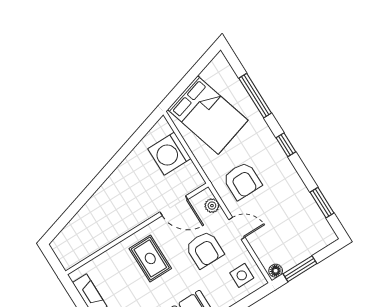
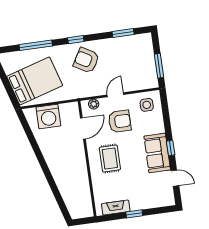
armchair: (242, 181) -> (86, 60), moved, turned -150
rug: (150, 258) -> (110, 159), turned 90
floor lamp: (276, 271) -> (153, 82), removed

